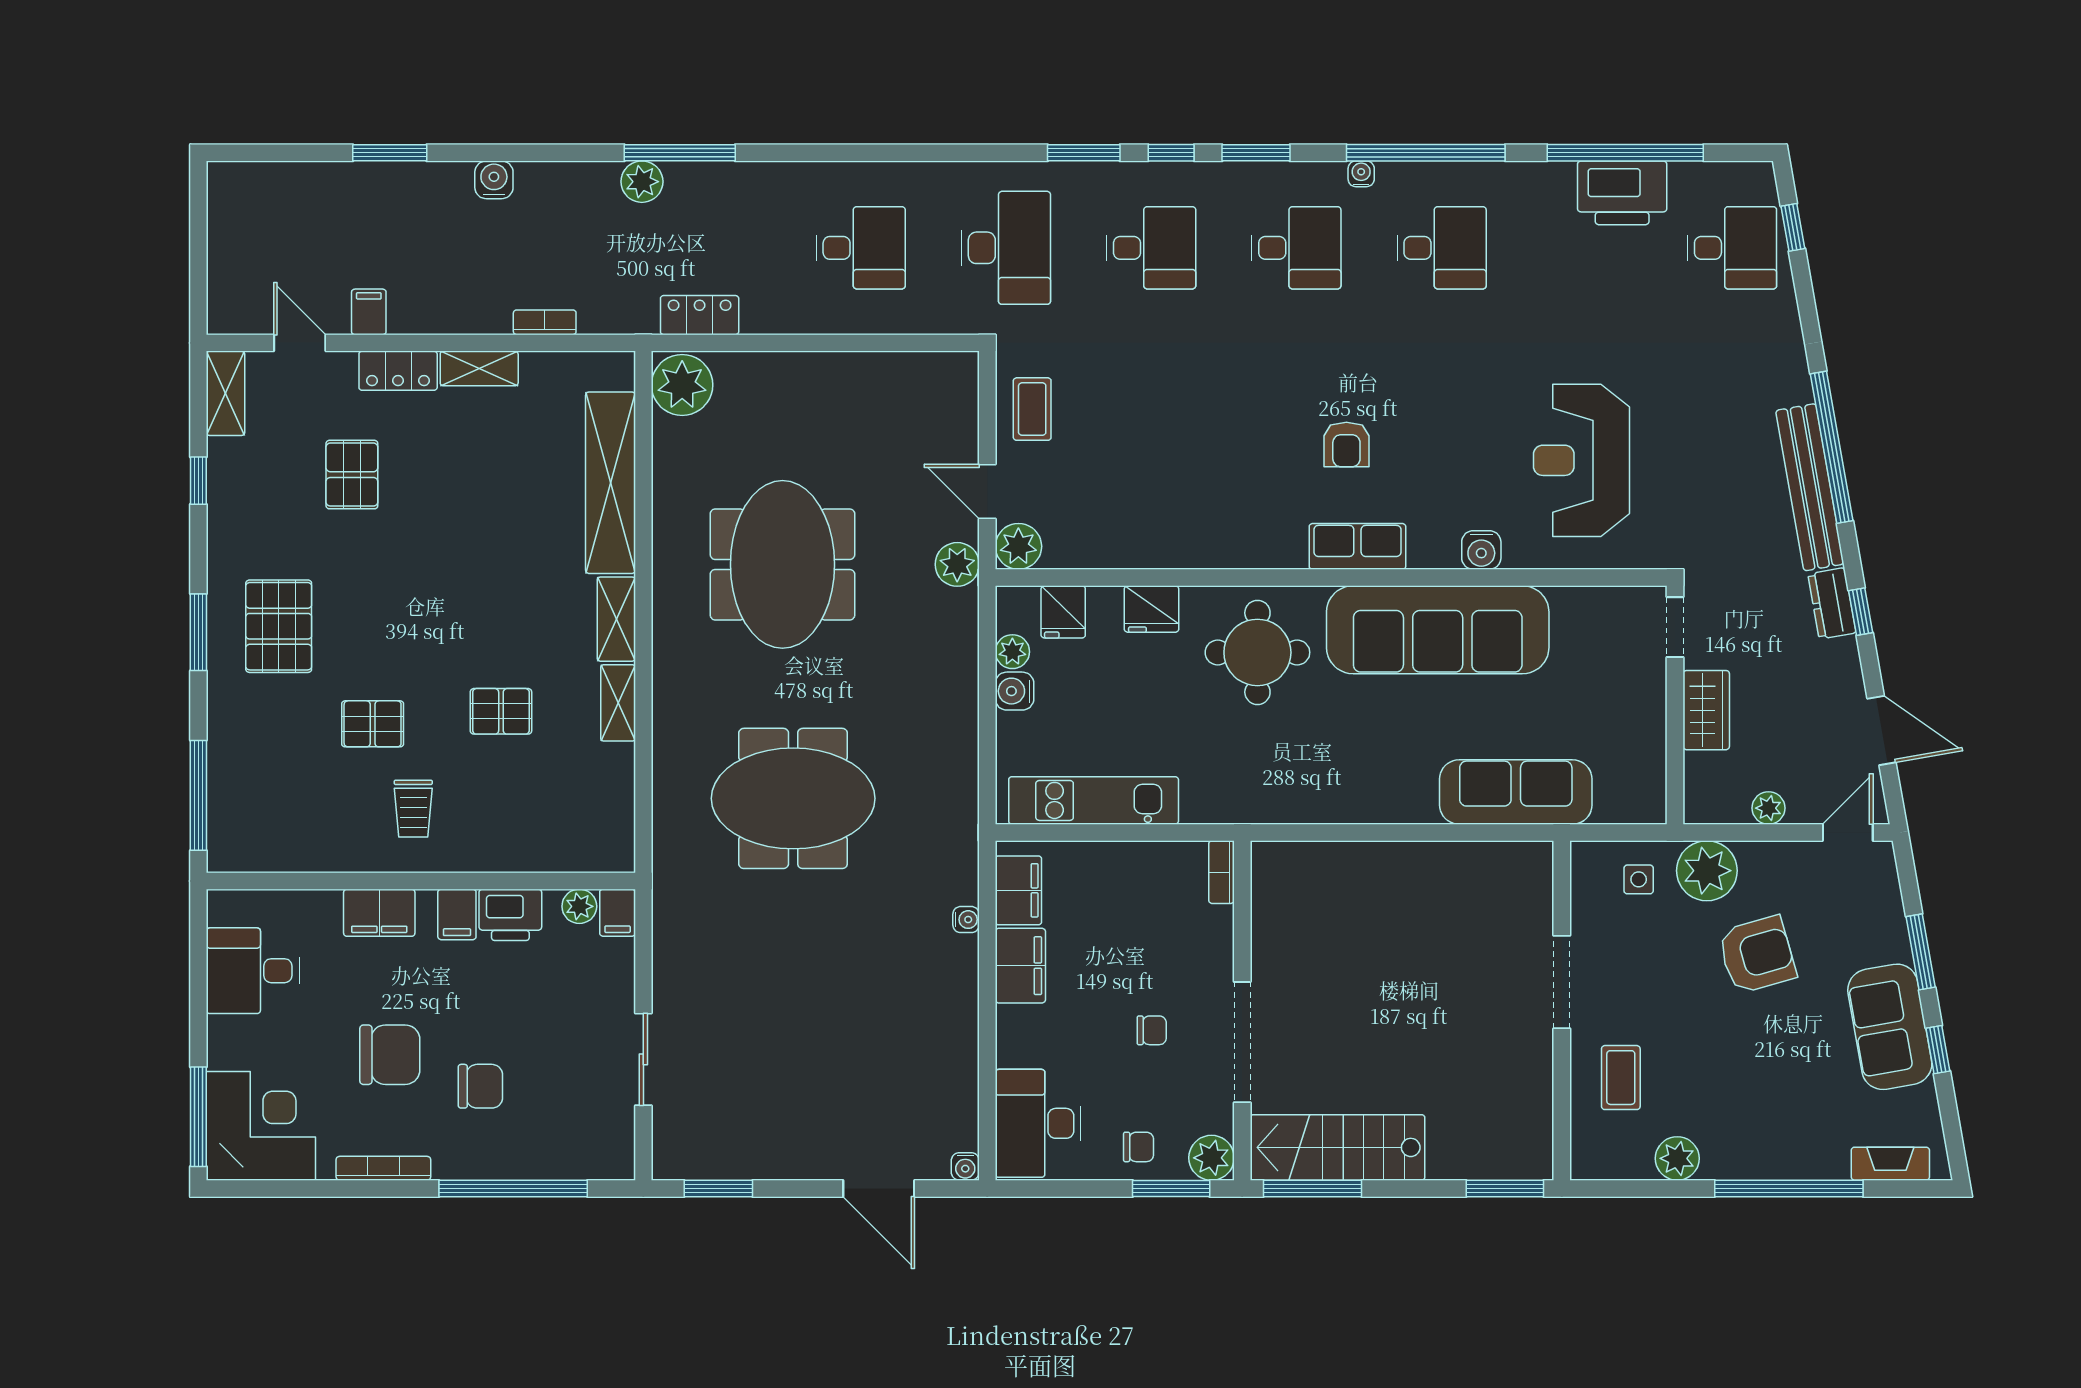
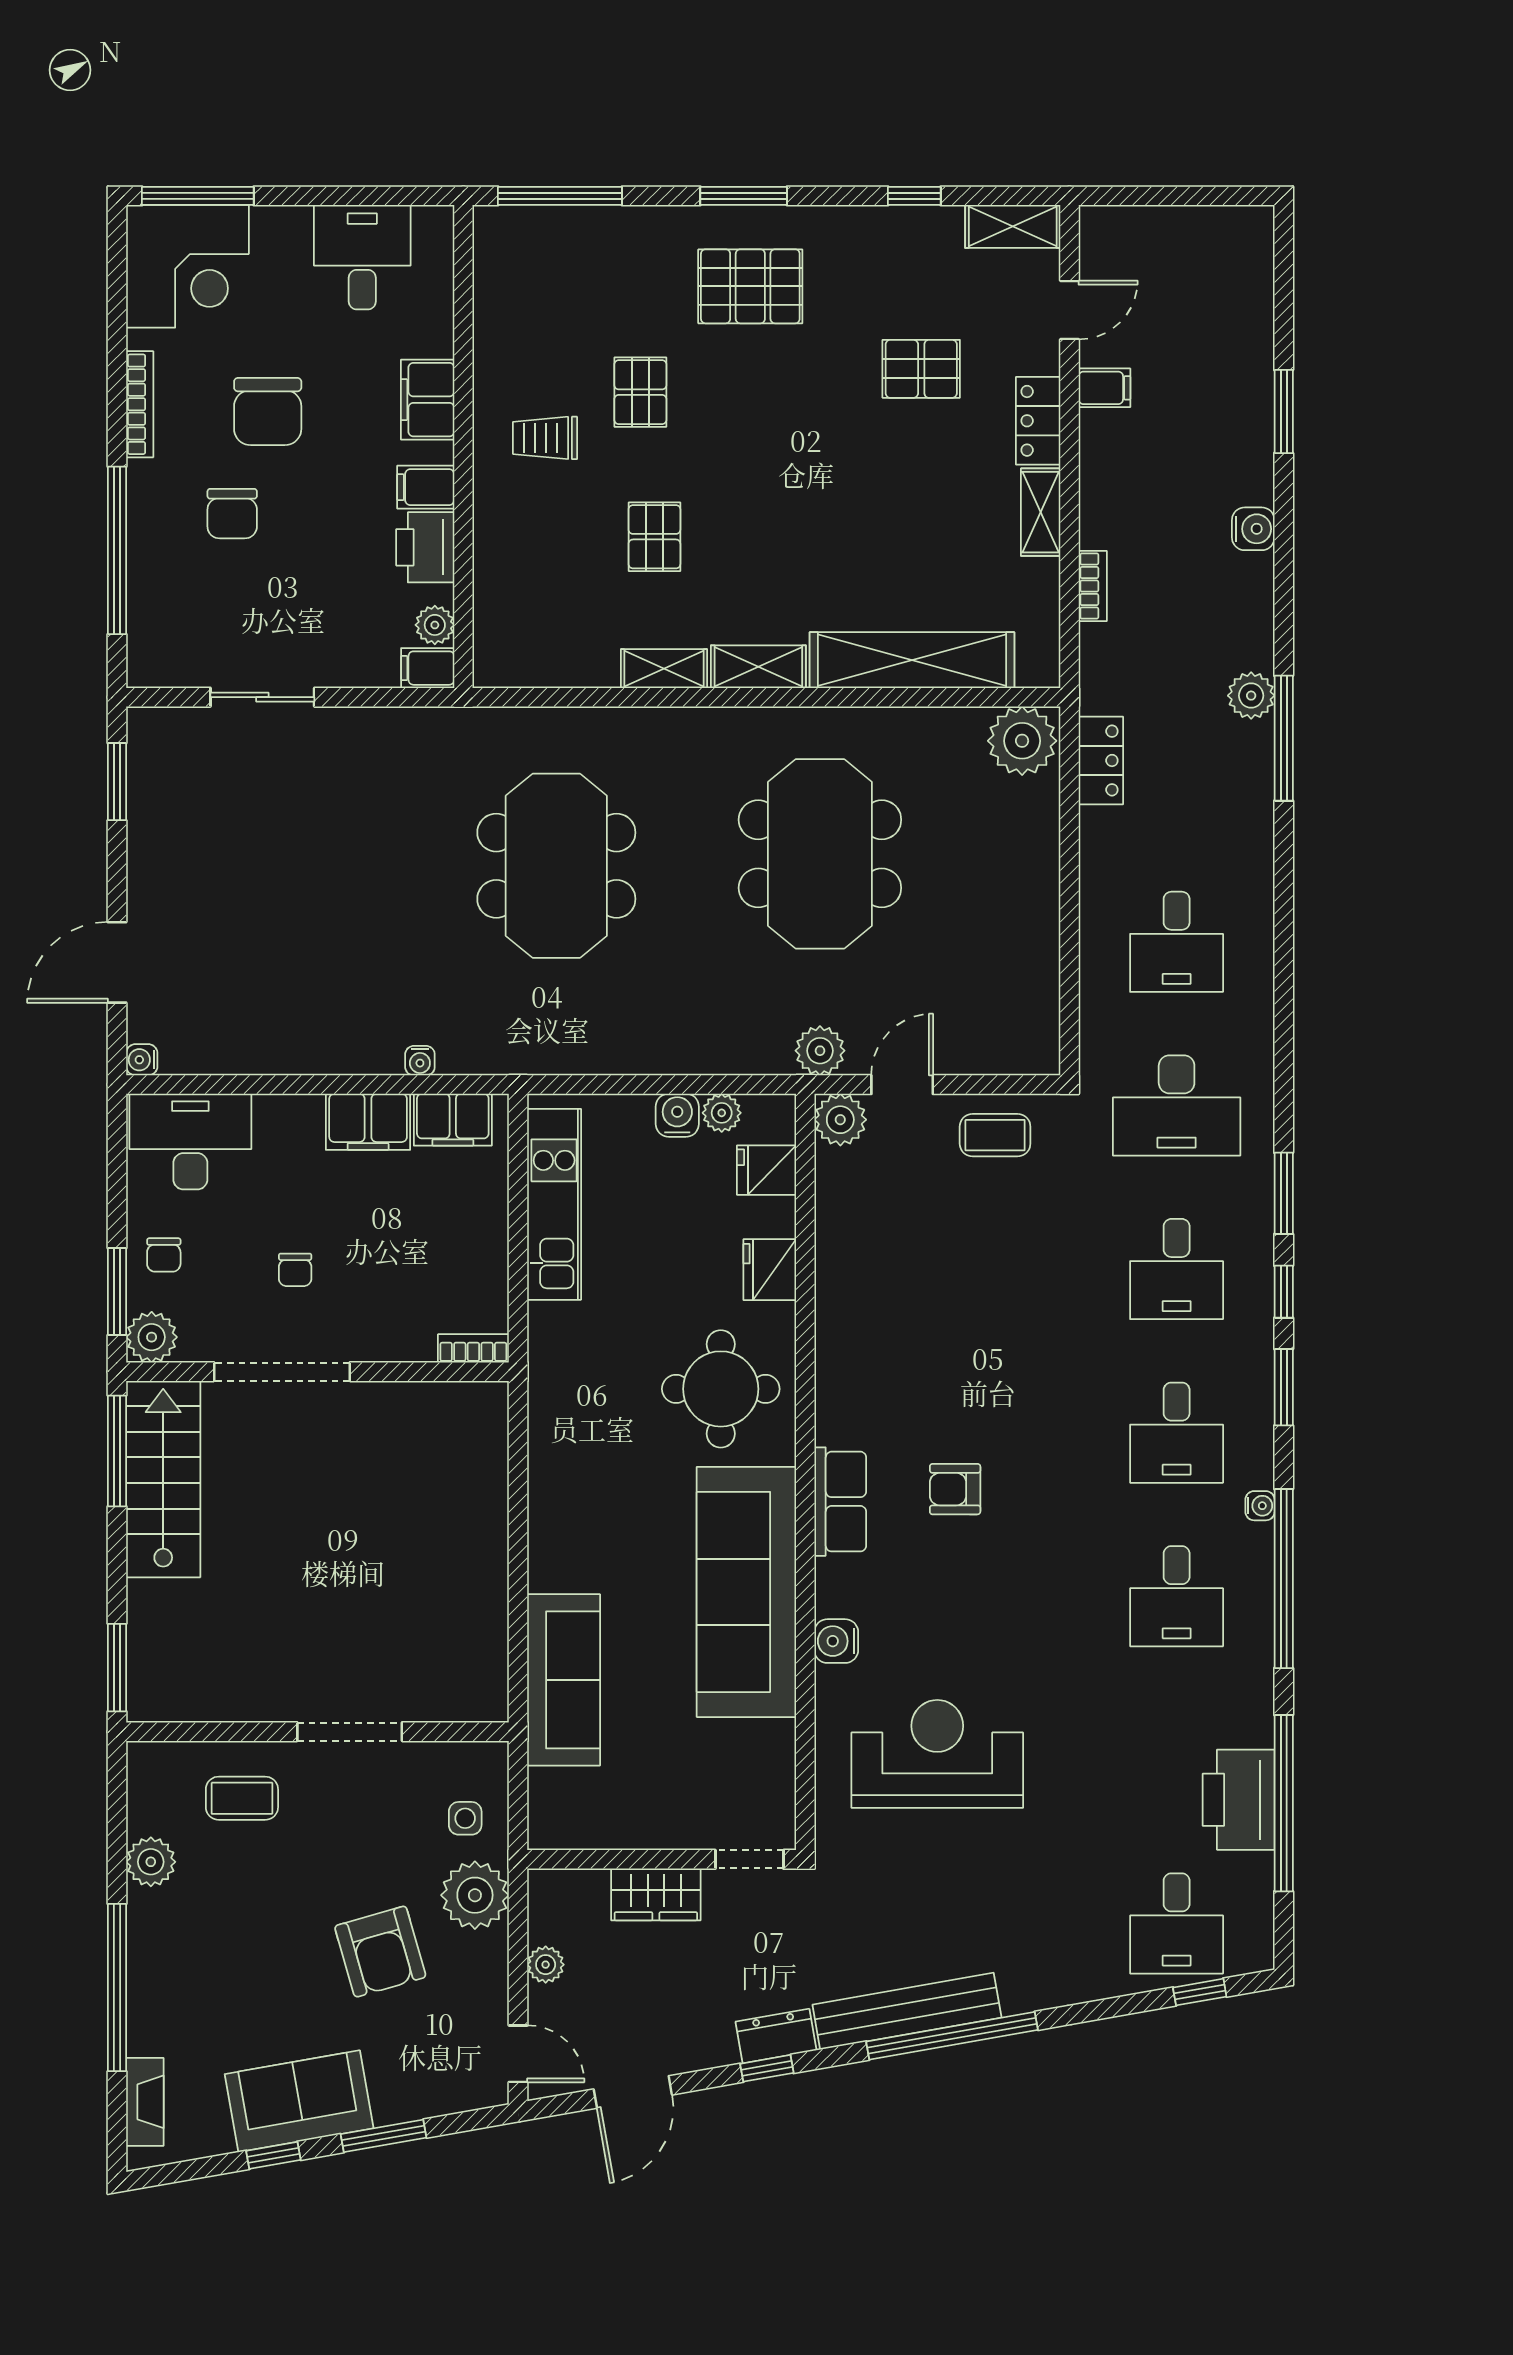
meeting table: (782, 564) -> (820, 854), turned 90

